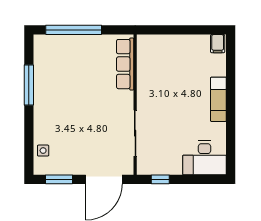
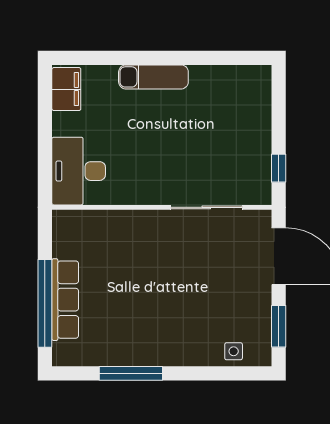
filing cabinet: (218, 44) -> (66, 89), width x2.00
row of seats: (125, 64) -> (65, 300), moved, turned -90
desk: (204, 158) -> (79, 171), moved, turned 180

